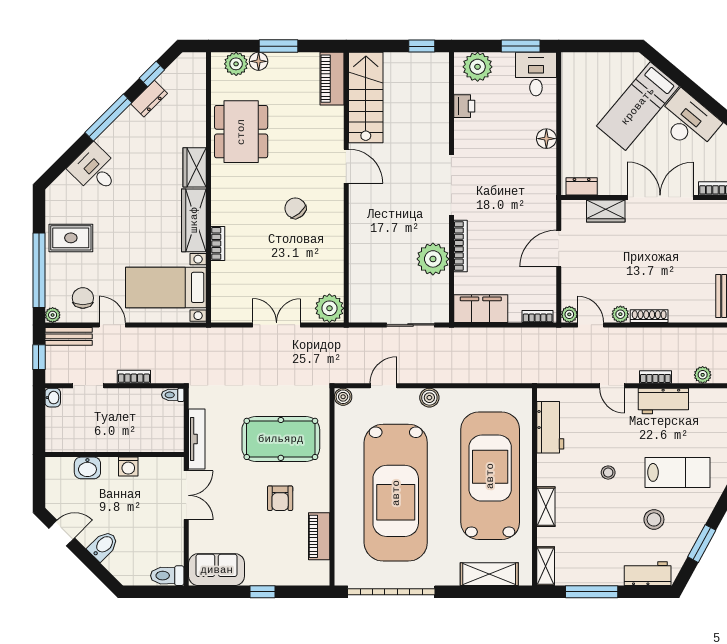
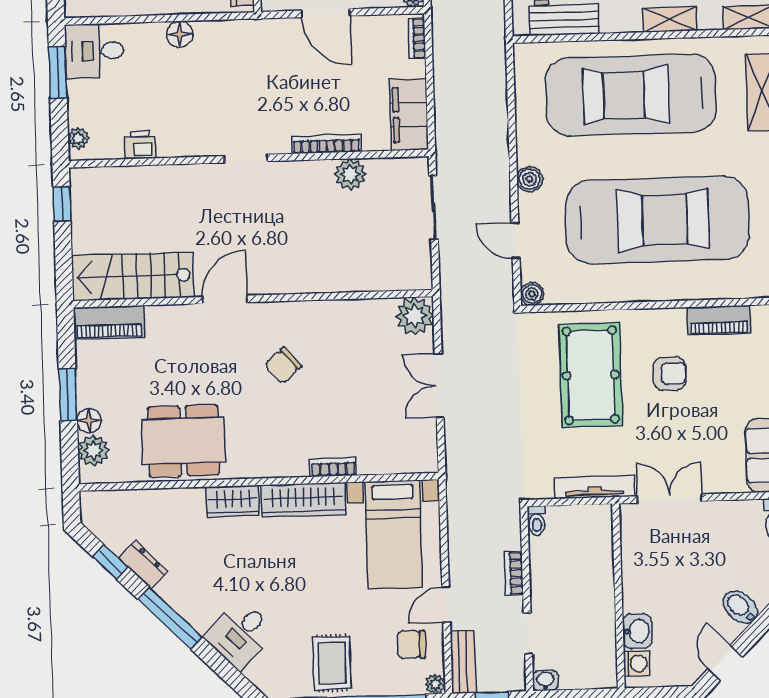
plant: (478, 67) -> (78, 138), width x0.53, depth x0.53
doorway: (451, 185) -> (246, 159), width x0.53
plant: (433, 259) -> (350, 174), width x0.73, depth x0.73
washing machine: (128, 467) -> (637, 664), moved

